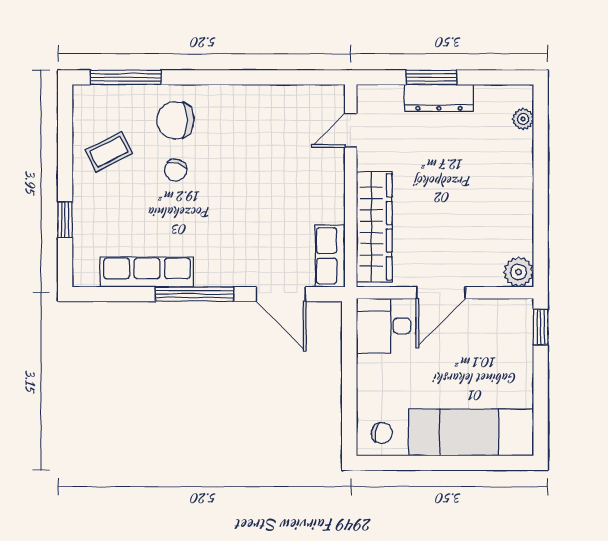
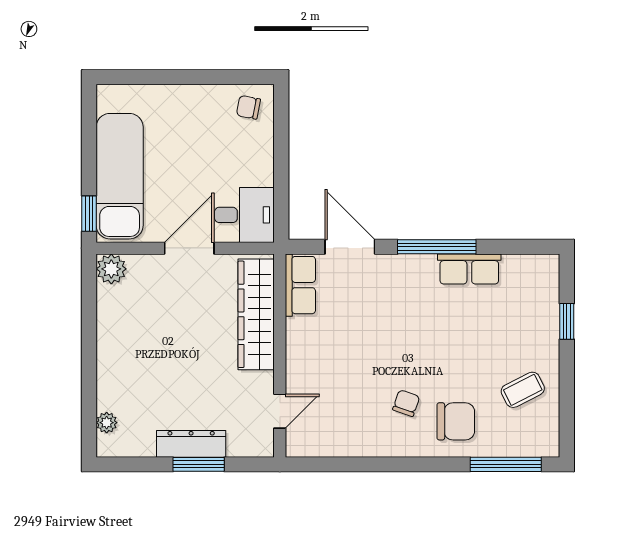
chair: (176, 170) -> (406, 403), moved
row of seats: (147, 272) -> (469, 269), width x0.68
exam couch: (471, 432) -> (120, 176), moved, turned -90

